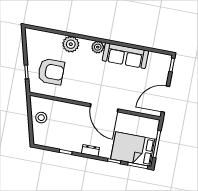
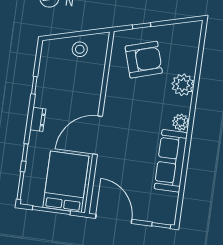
armchair: (51, 72) -> (144, 60), turned -107
bed: (134, 149) -> (66, 182), moved

